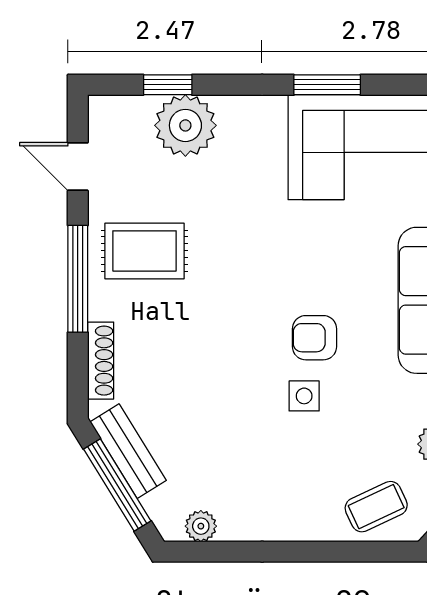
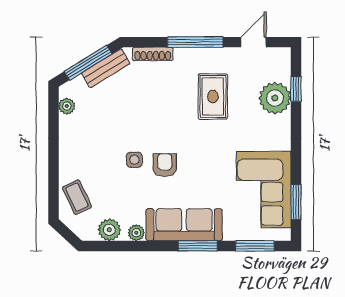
window: (327, 85) -> (296, 202), moved
rug: (145, 251) -> (213, 97), moved

